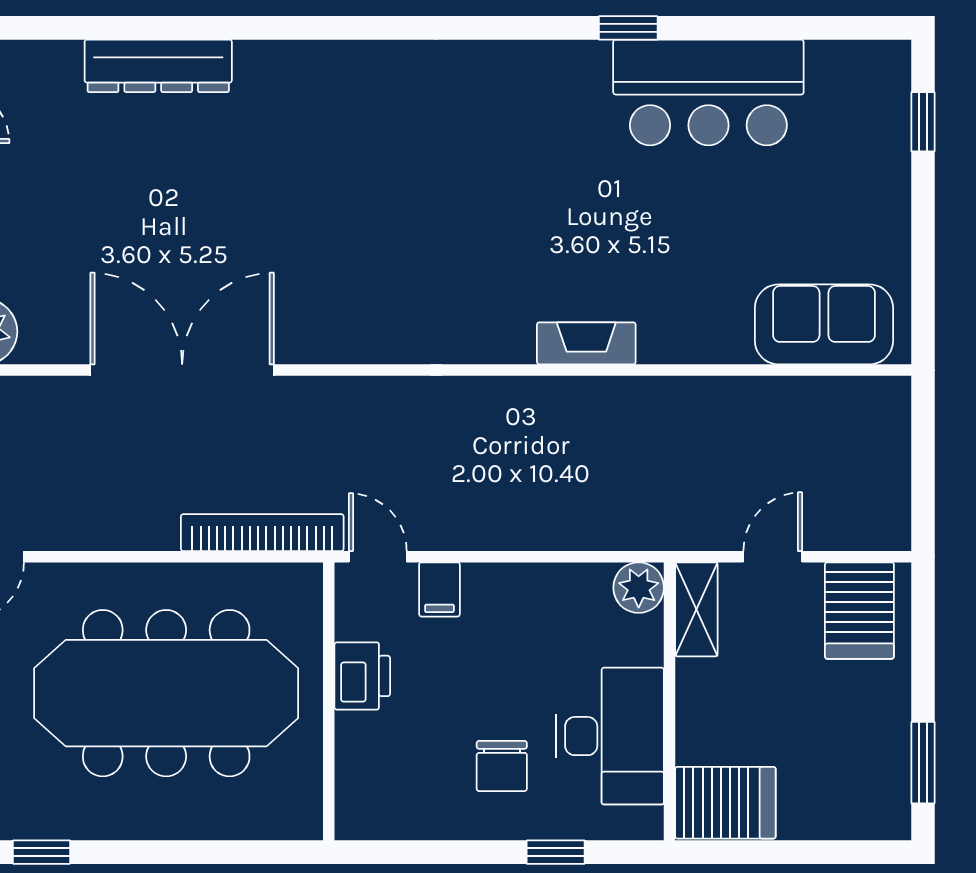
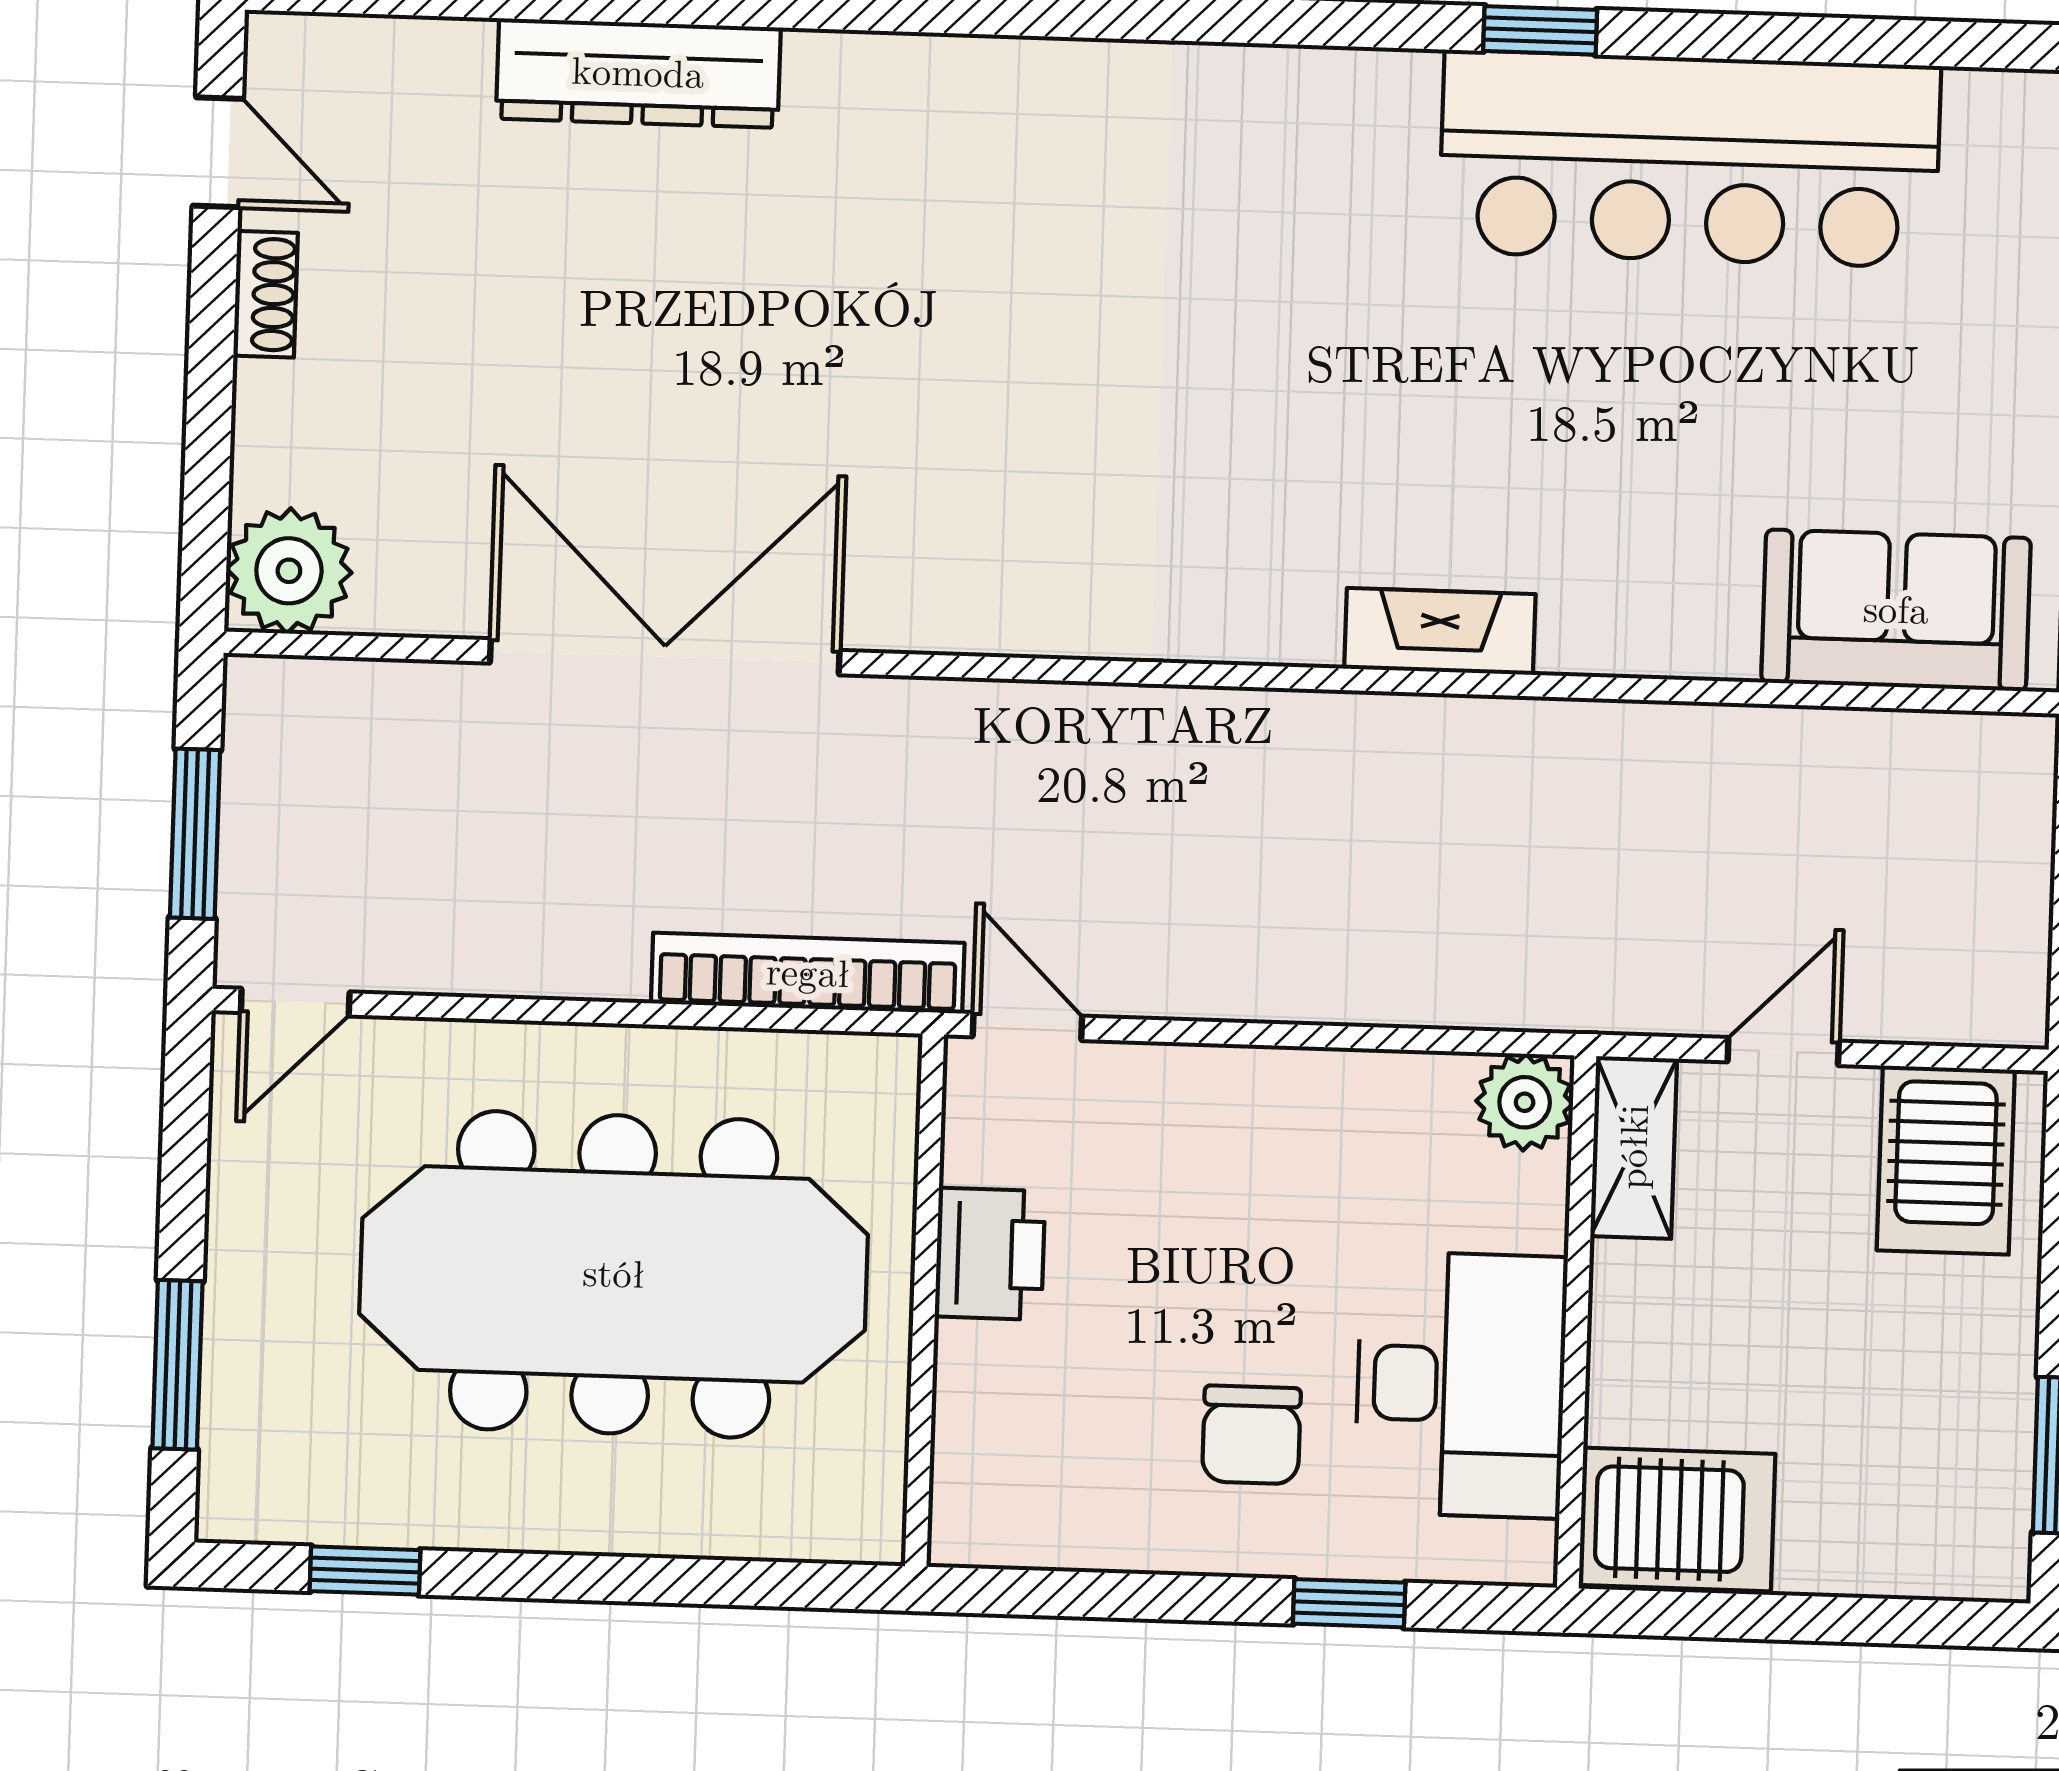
bar counter: (708, 92) -> (1690, 159), width x1.36
filing cabinet: (439, 589) -> (1143, 1093), removed

